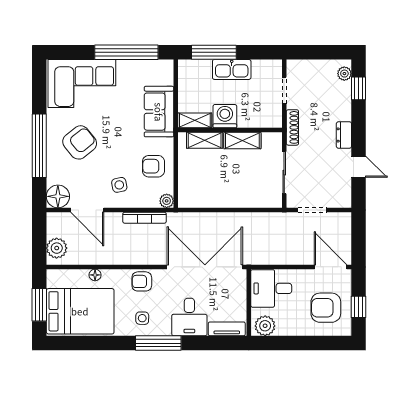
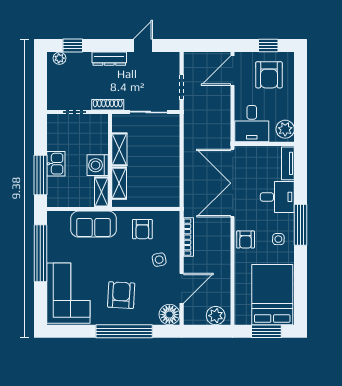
kitchen sink: (232, 69) -> (56, 164), width x0.73
dresser: (344, 135) -> (109, 59), width x1.44
armchair: (80, 142) -> (121, 295), turned 42
plant: (167, 201) -> (173, 217), removed
floor lamp: (95, 275) -> (240, 281), removed

